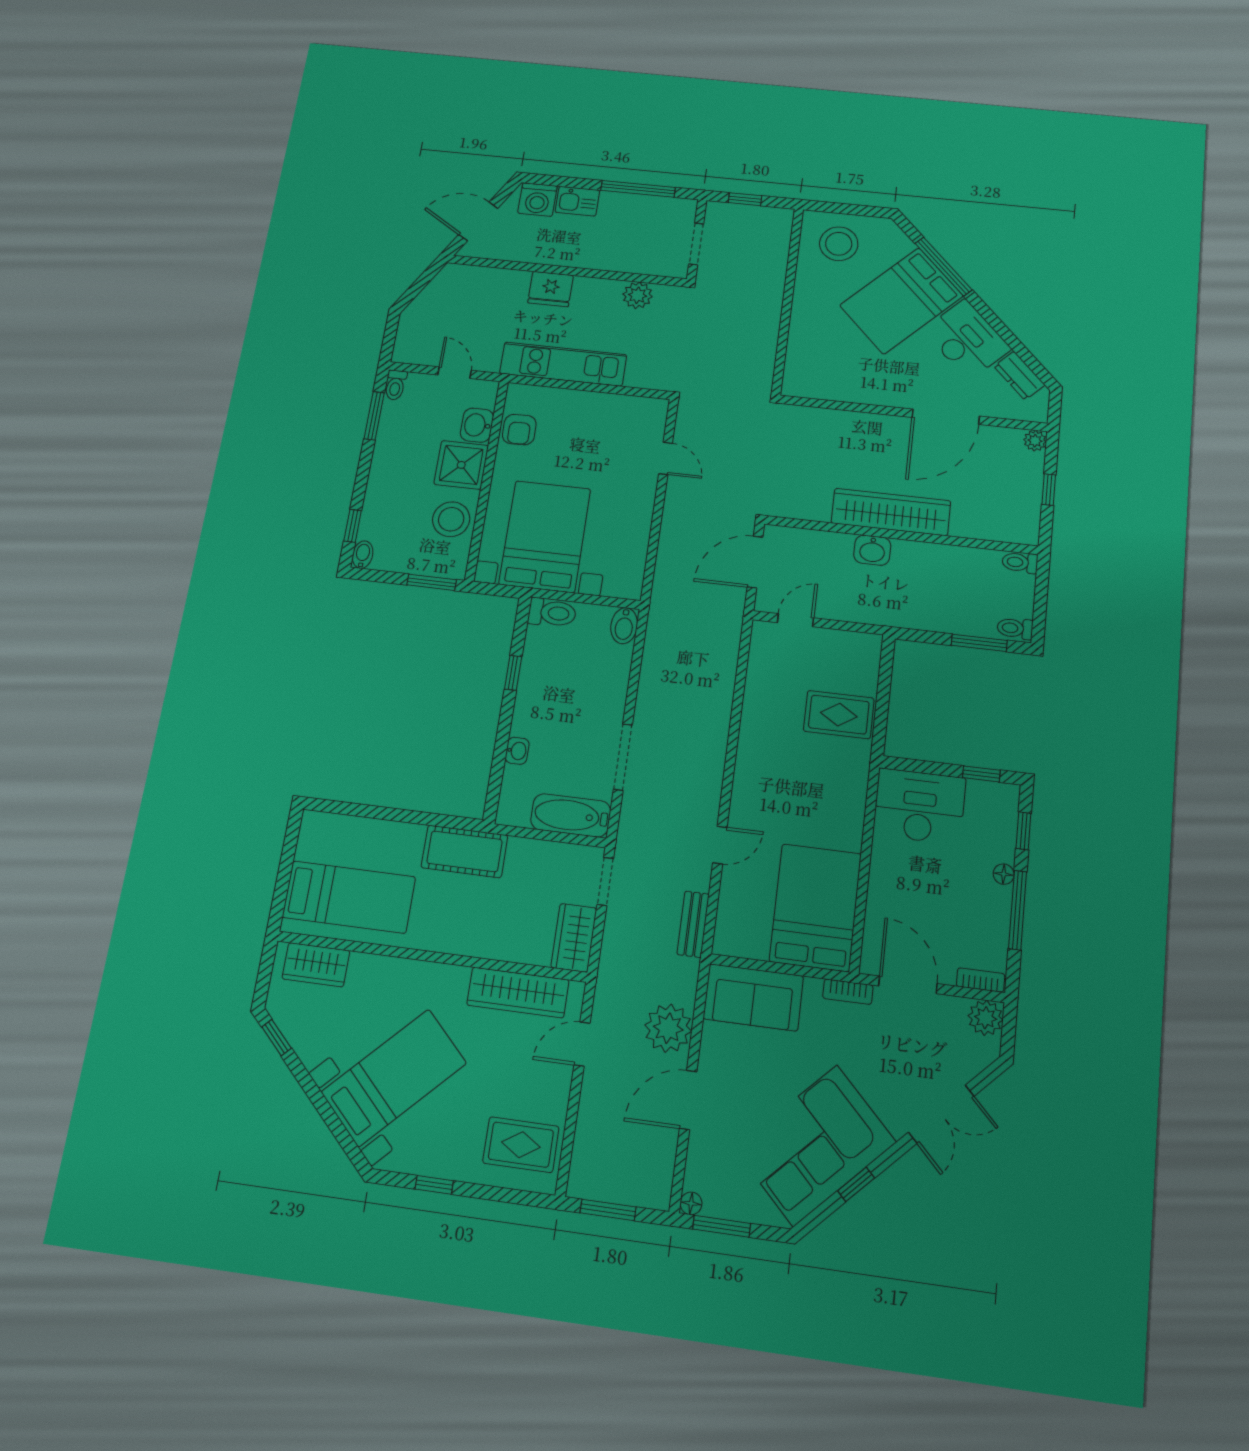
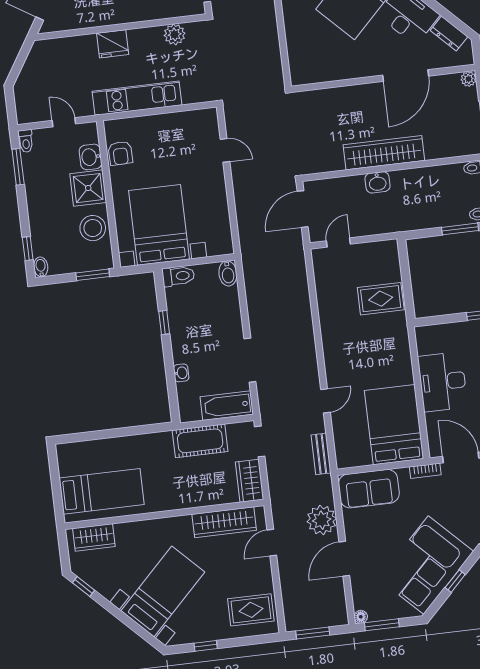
desk: (919, 806) -> (443, 382), moved, turned -90
cot: (464, 851) -> (200, 441), moved

